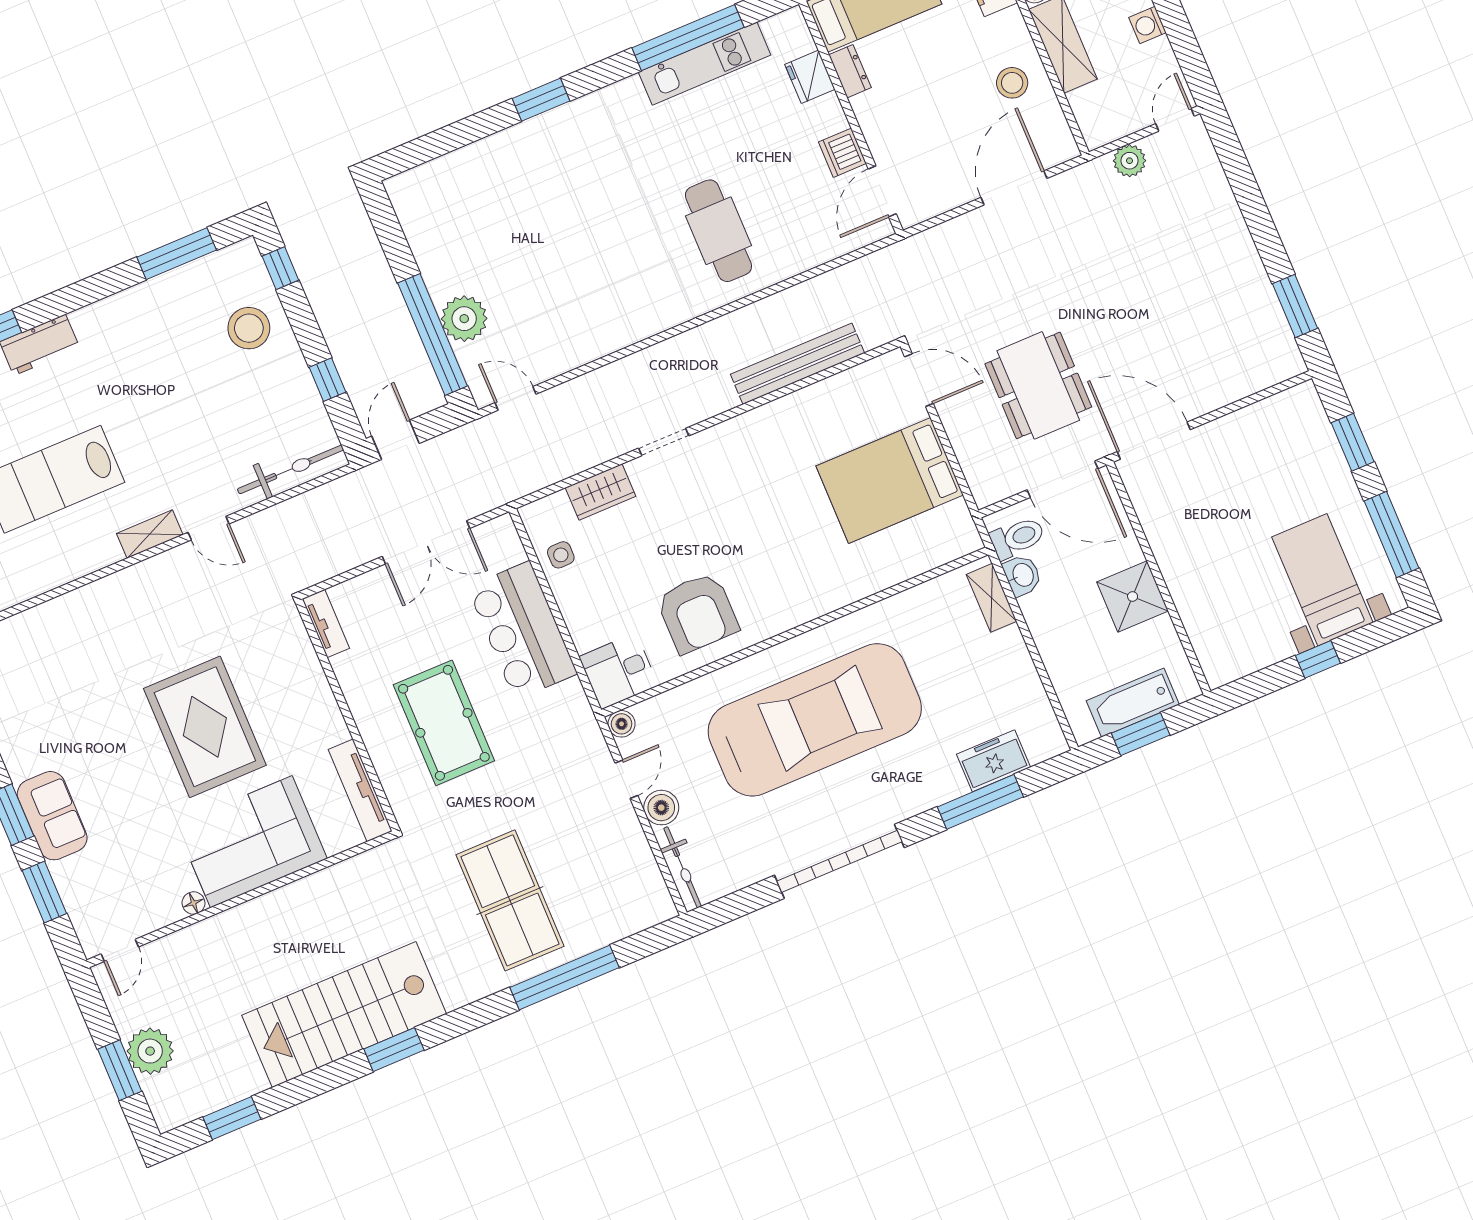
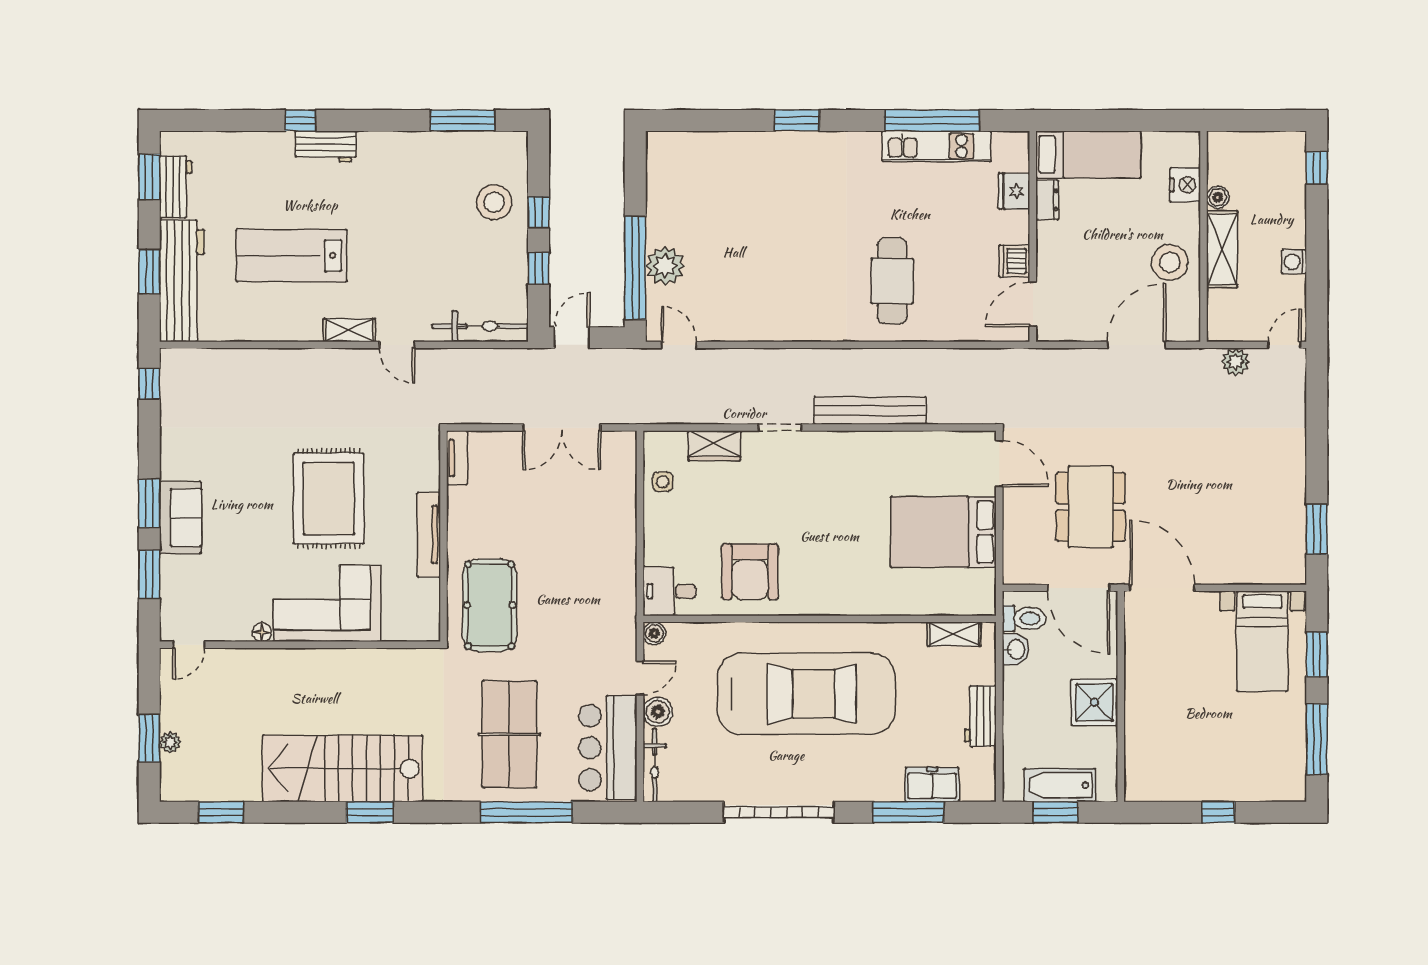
stool: (1012, 83) -> (1170, 262), width x1.38, depth x1.38
window: (280, 268) -> (539, 212), moved
bench: (797, 364) -> (870, 411), moved
bed with nightstands: (1322, 580) -> (1262, 641), moved, turned 180
shelving: (992, 598) -> (954, 634), moved, turned 90
bar counter: (522, 630) -> (608, 748), moved
workbench: (1015, 664) -> (980, 716), added
pool table: (444, 723) -> (490, 605), moved
tv unit: (360, 790) -> (429, 535), moved
plant: (150, 1051) -> (170, 742), width x0.53, depth x0.53

